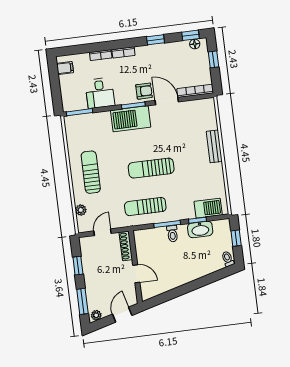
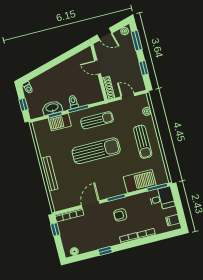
window: (191, 35) -> (78, 258), removed
window: (213, 59) -> (55, 230), moved
armchair: (144, 91) -> (120, 215), moved
desk: (100, 93) -> (162, 199), moved, turned 90
door: (167, 101) -> (91, 204), swing flipped
barbecue: (131, 119) -> (140, 181), moved
bench: (214, 146) -> (49, 174), width x1.36
sun lounger: (151, 168) -> (96, 151), width x1.36, depth x1.34
barbecue: (208, 208) -> (60, 122), moved
door: (102, 232) -> (128, 96), swing flipped
door: (122, 315) -> (105, 34), hinge flipped

